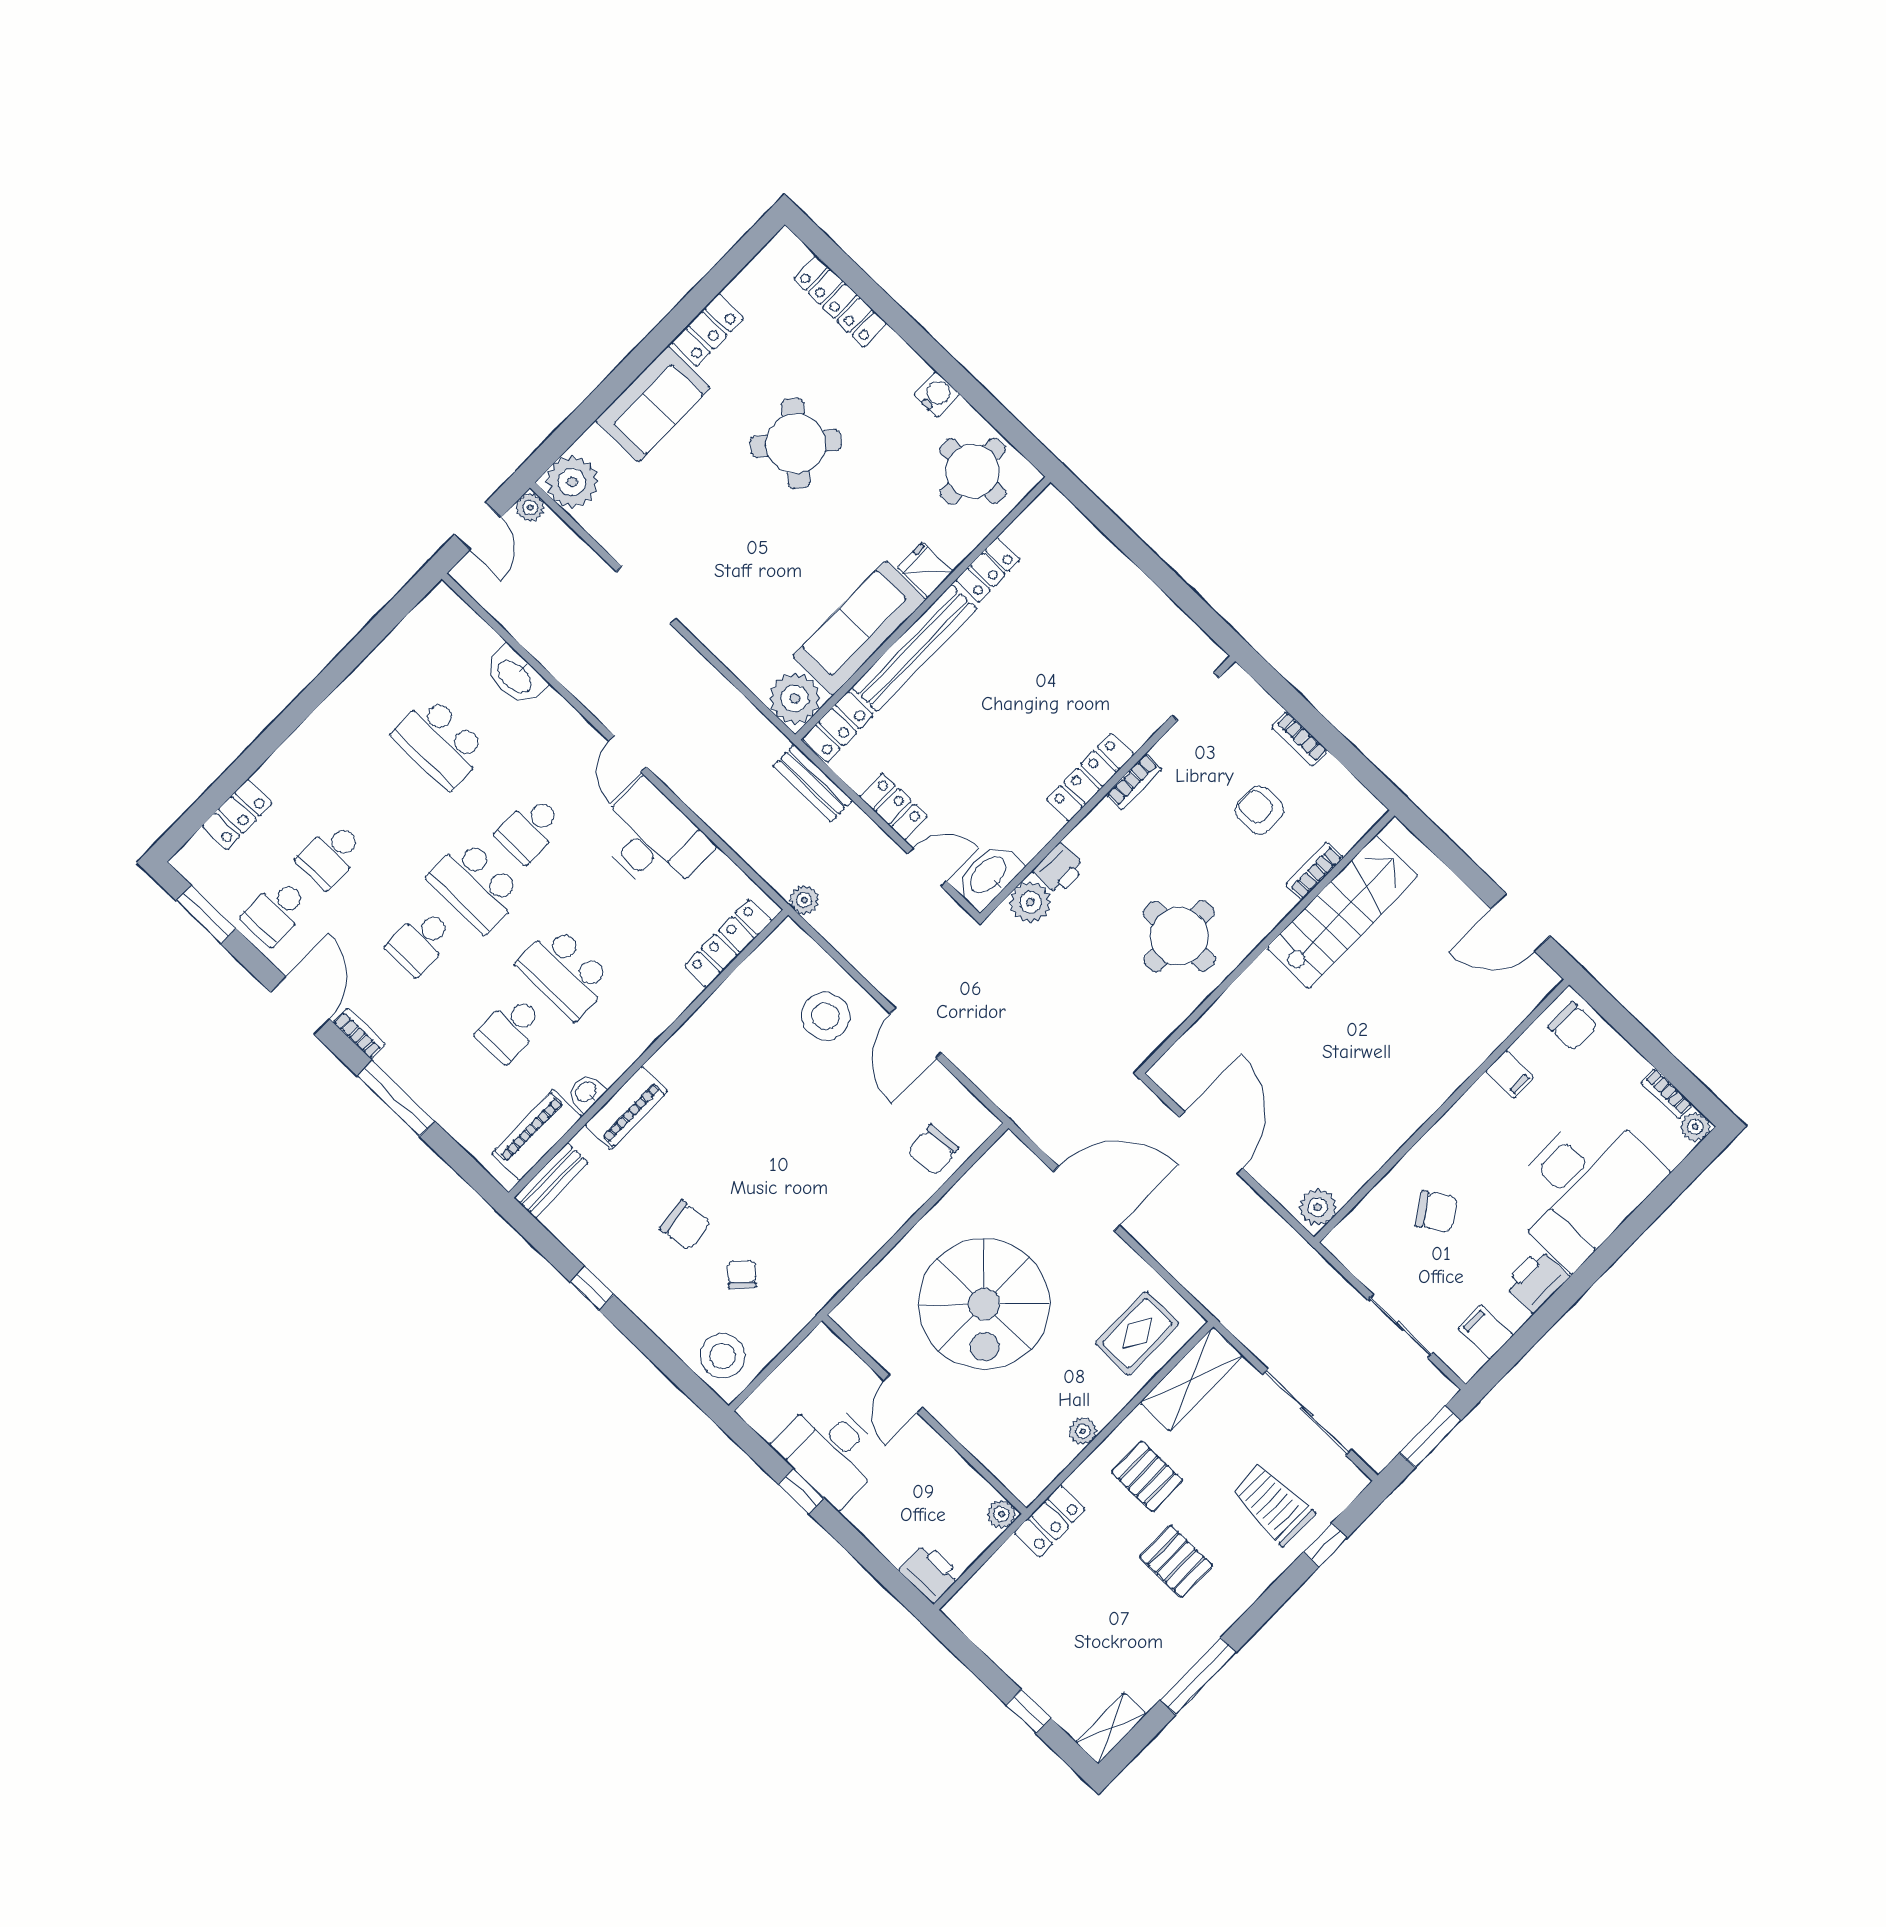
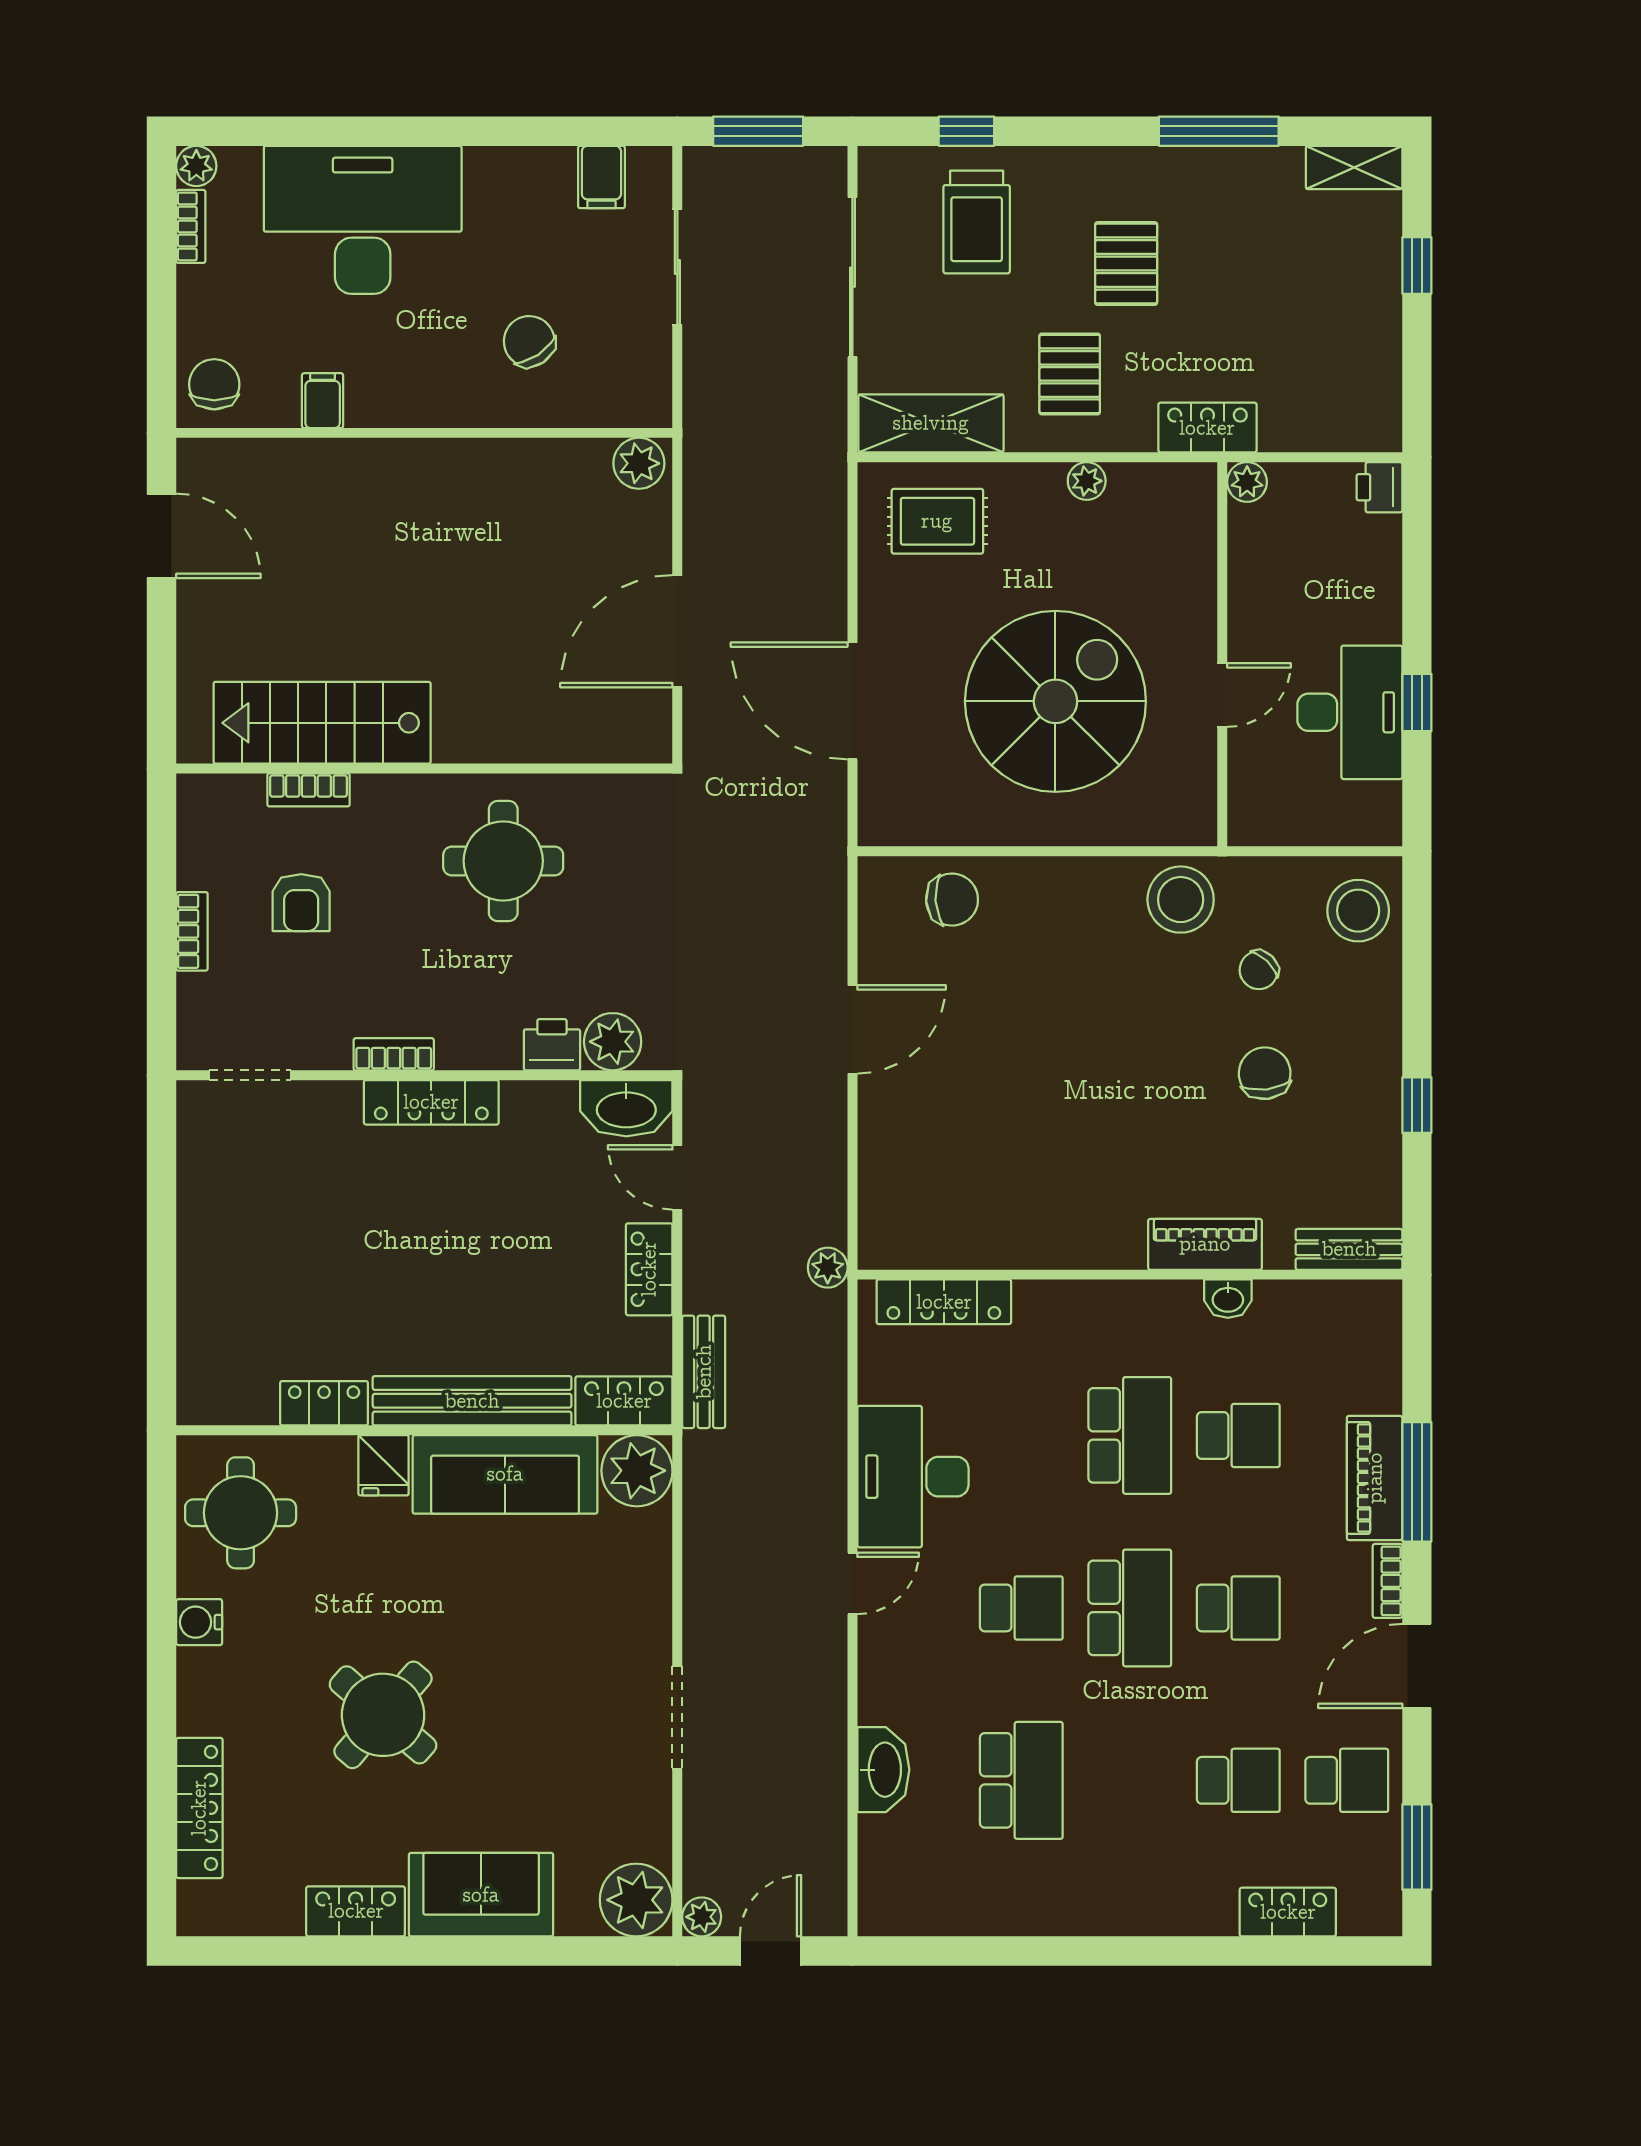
stool: (826, 1016) -> (1181, 900), moved
piano: (537, 1135) -> (1375, 1478), moved, turned 90
printer: (1536, 1281) -> (502, 176), removed
printer: (930, 1573) -> (1379, 487), width x0.73, depth x0.81

